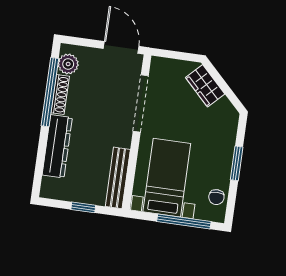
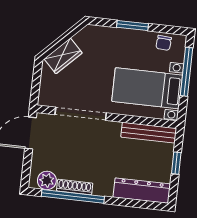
dresser: (57, 146) -> (142, 191), moved
chair: (216, 197) -> (164, 43), turned 94

